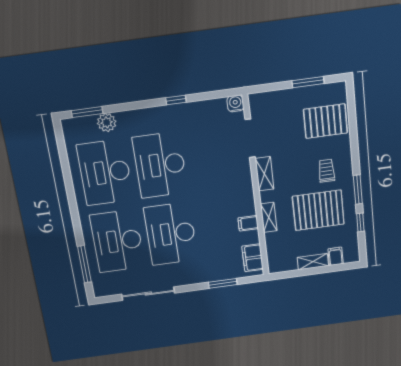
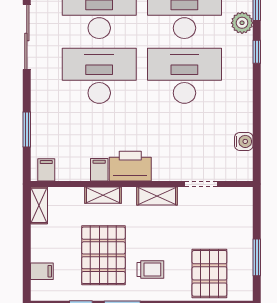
window: (176, 100) -> (257, 52), moved
water cooler: (235, 103) -> (244, 141), moved
doorway: (250, 138) -> (201, 184), width x0.73
printer: (242, 199) -> (130, 166), added
filing cabinet: (253, 258) -> (46, 170), width x0.50
shelving: (313, 262) -> (39, 205), moved

